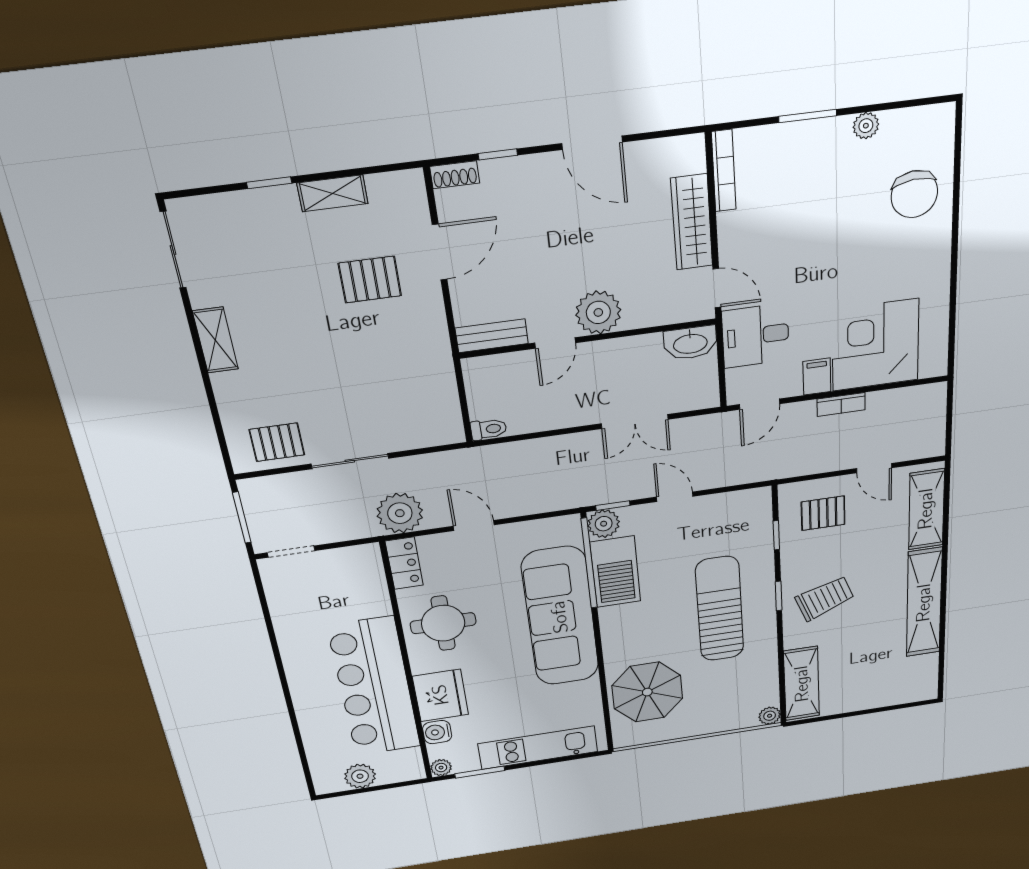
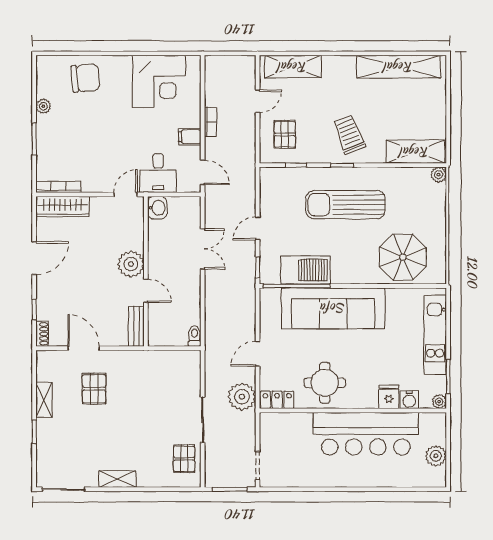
wardrobe: (692, 222) -> (63, 207), moved
washbasin: (690, 343) -> (157, 208), width x0.72
corner desk: (875, 345) -> (159, 82), moved, turned -90
plant: (604, 524) -> (269, 274), removed
shelving: (924, 603) -> (399, 67), moved
fridge: (441, 695) -> (389, 397), width x0.53, depth x0.75

